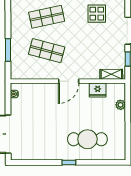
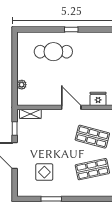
door: (69, 81) -> (71, 107), hinge flipped
fridge: (98, 90) -> (98, 99), moved

